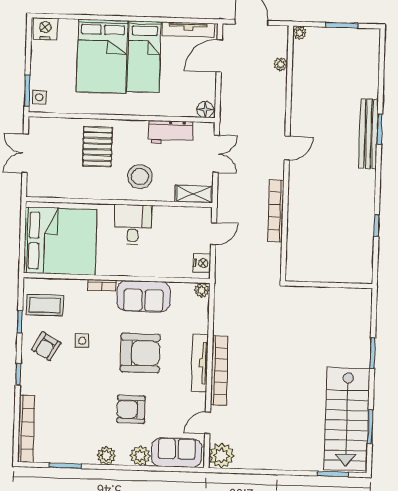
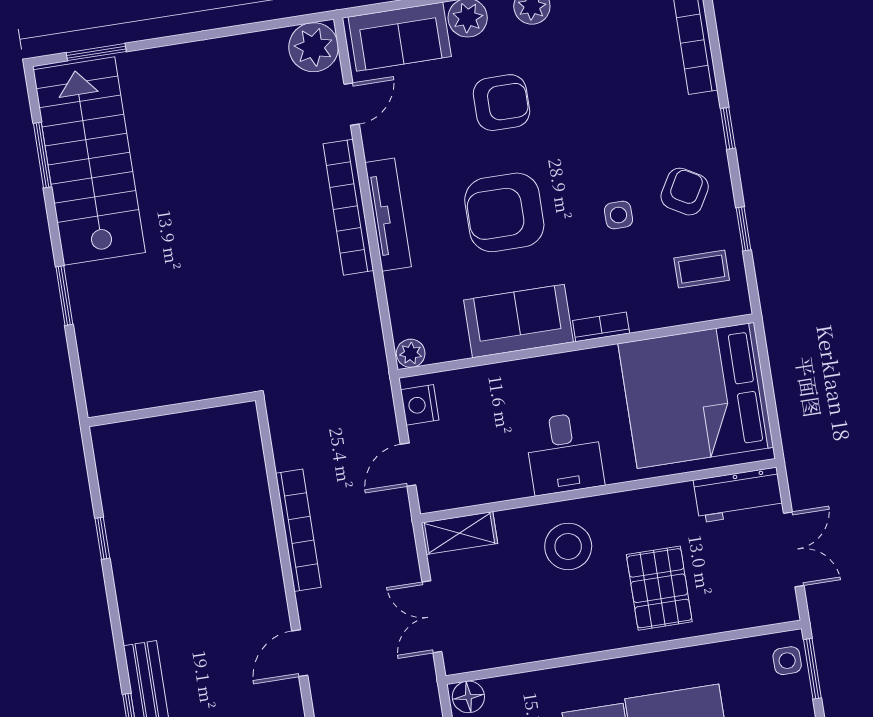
workbench: (170, 132) -> (738, 495), moved, turned 180
coffee table: (45, 305) -> (702, 269), width x0.73, depth x0.77

